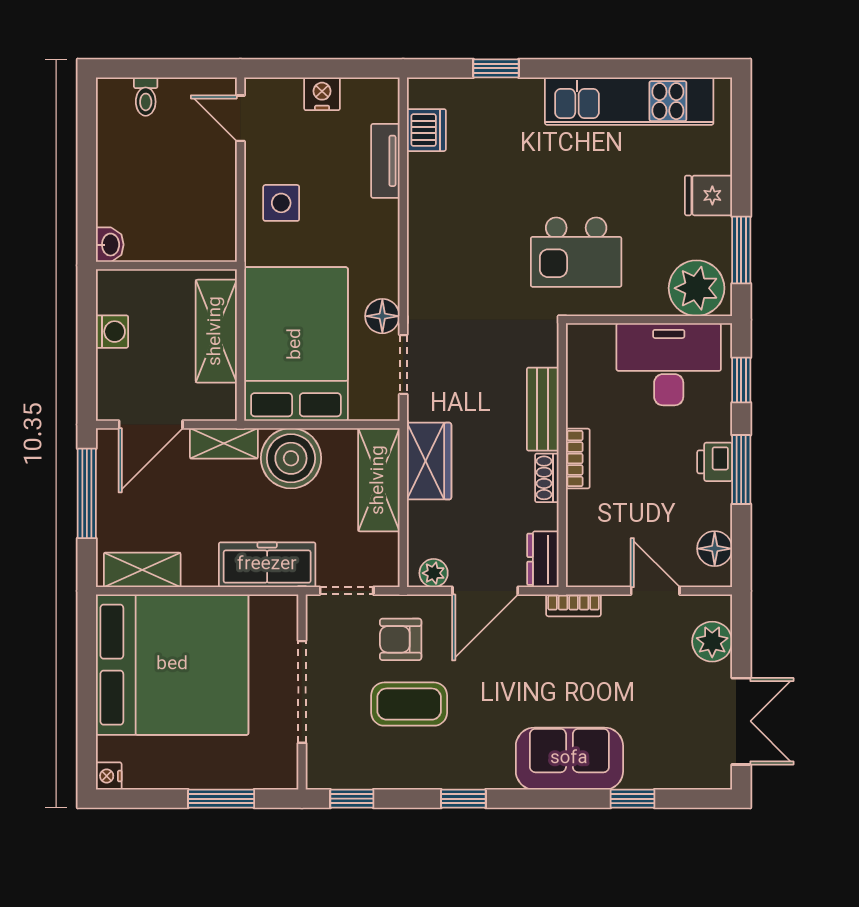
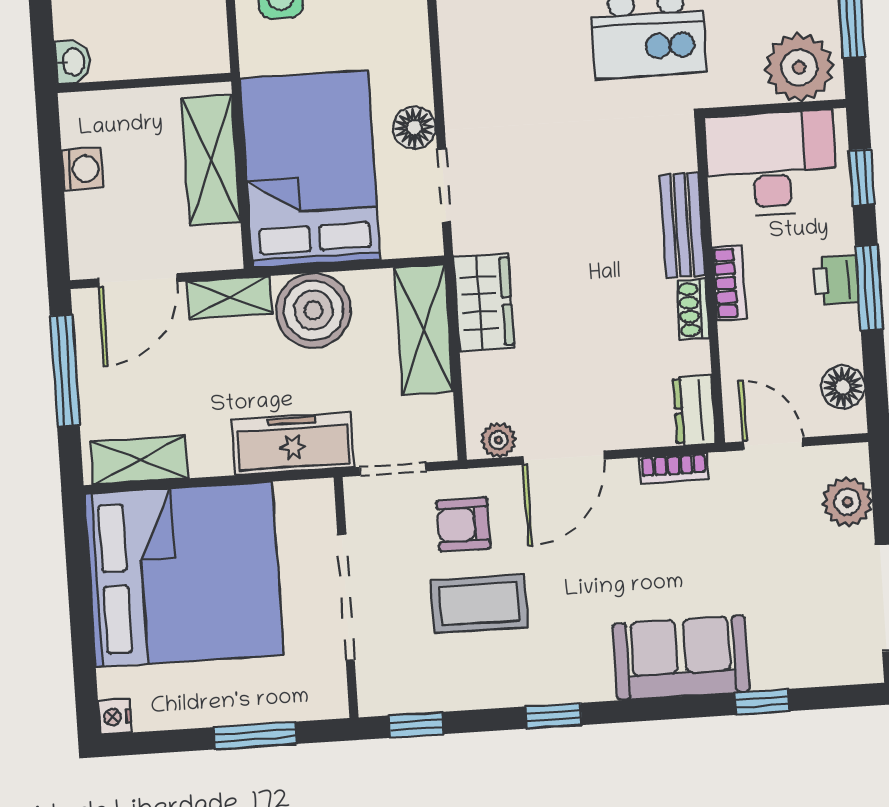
bench: (543, 409) -> (682, 225), moved
wall: (562, 455) -> (710, 280), moved
bookcase: (578, 459) -> (729, 283), moved
shoe rack: (547, 478) -> (693, 309), moved
dresser: (543, 559) -> (695, 410), moved

